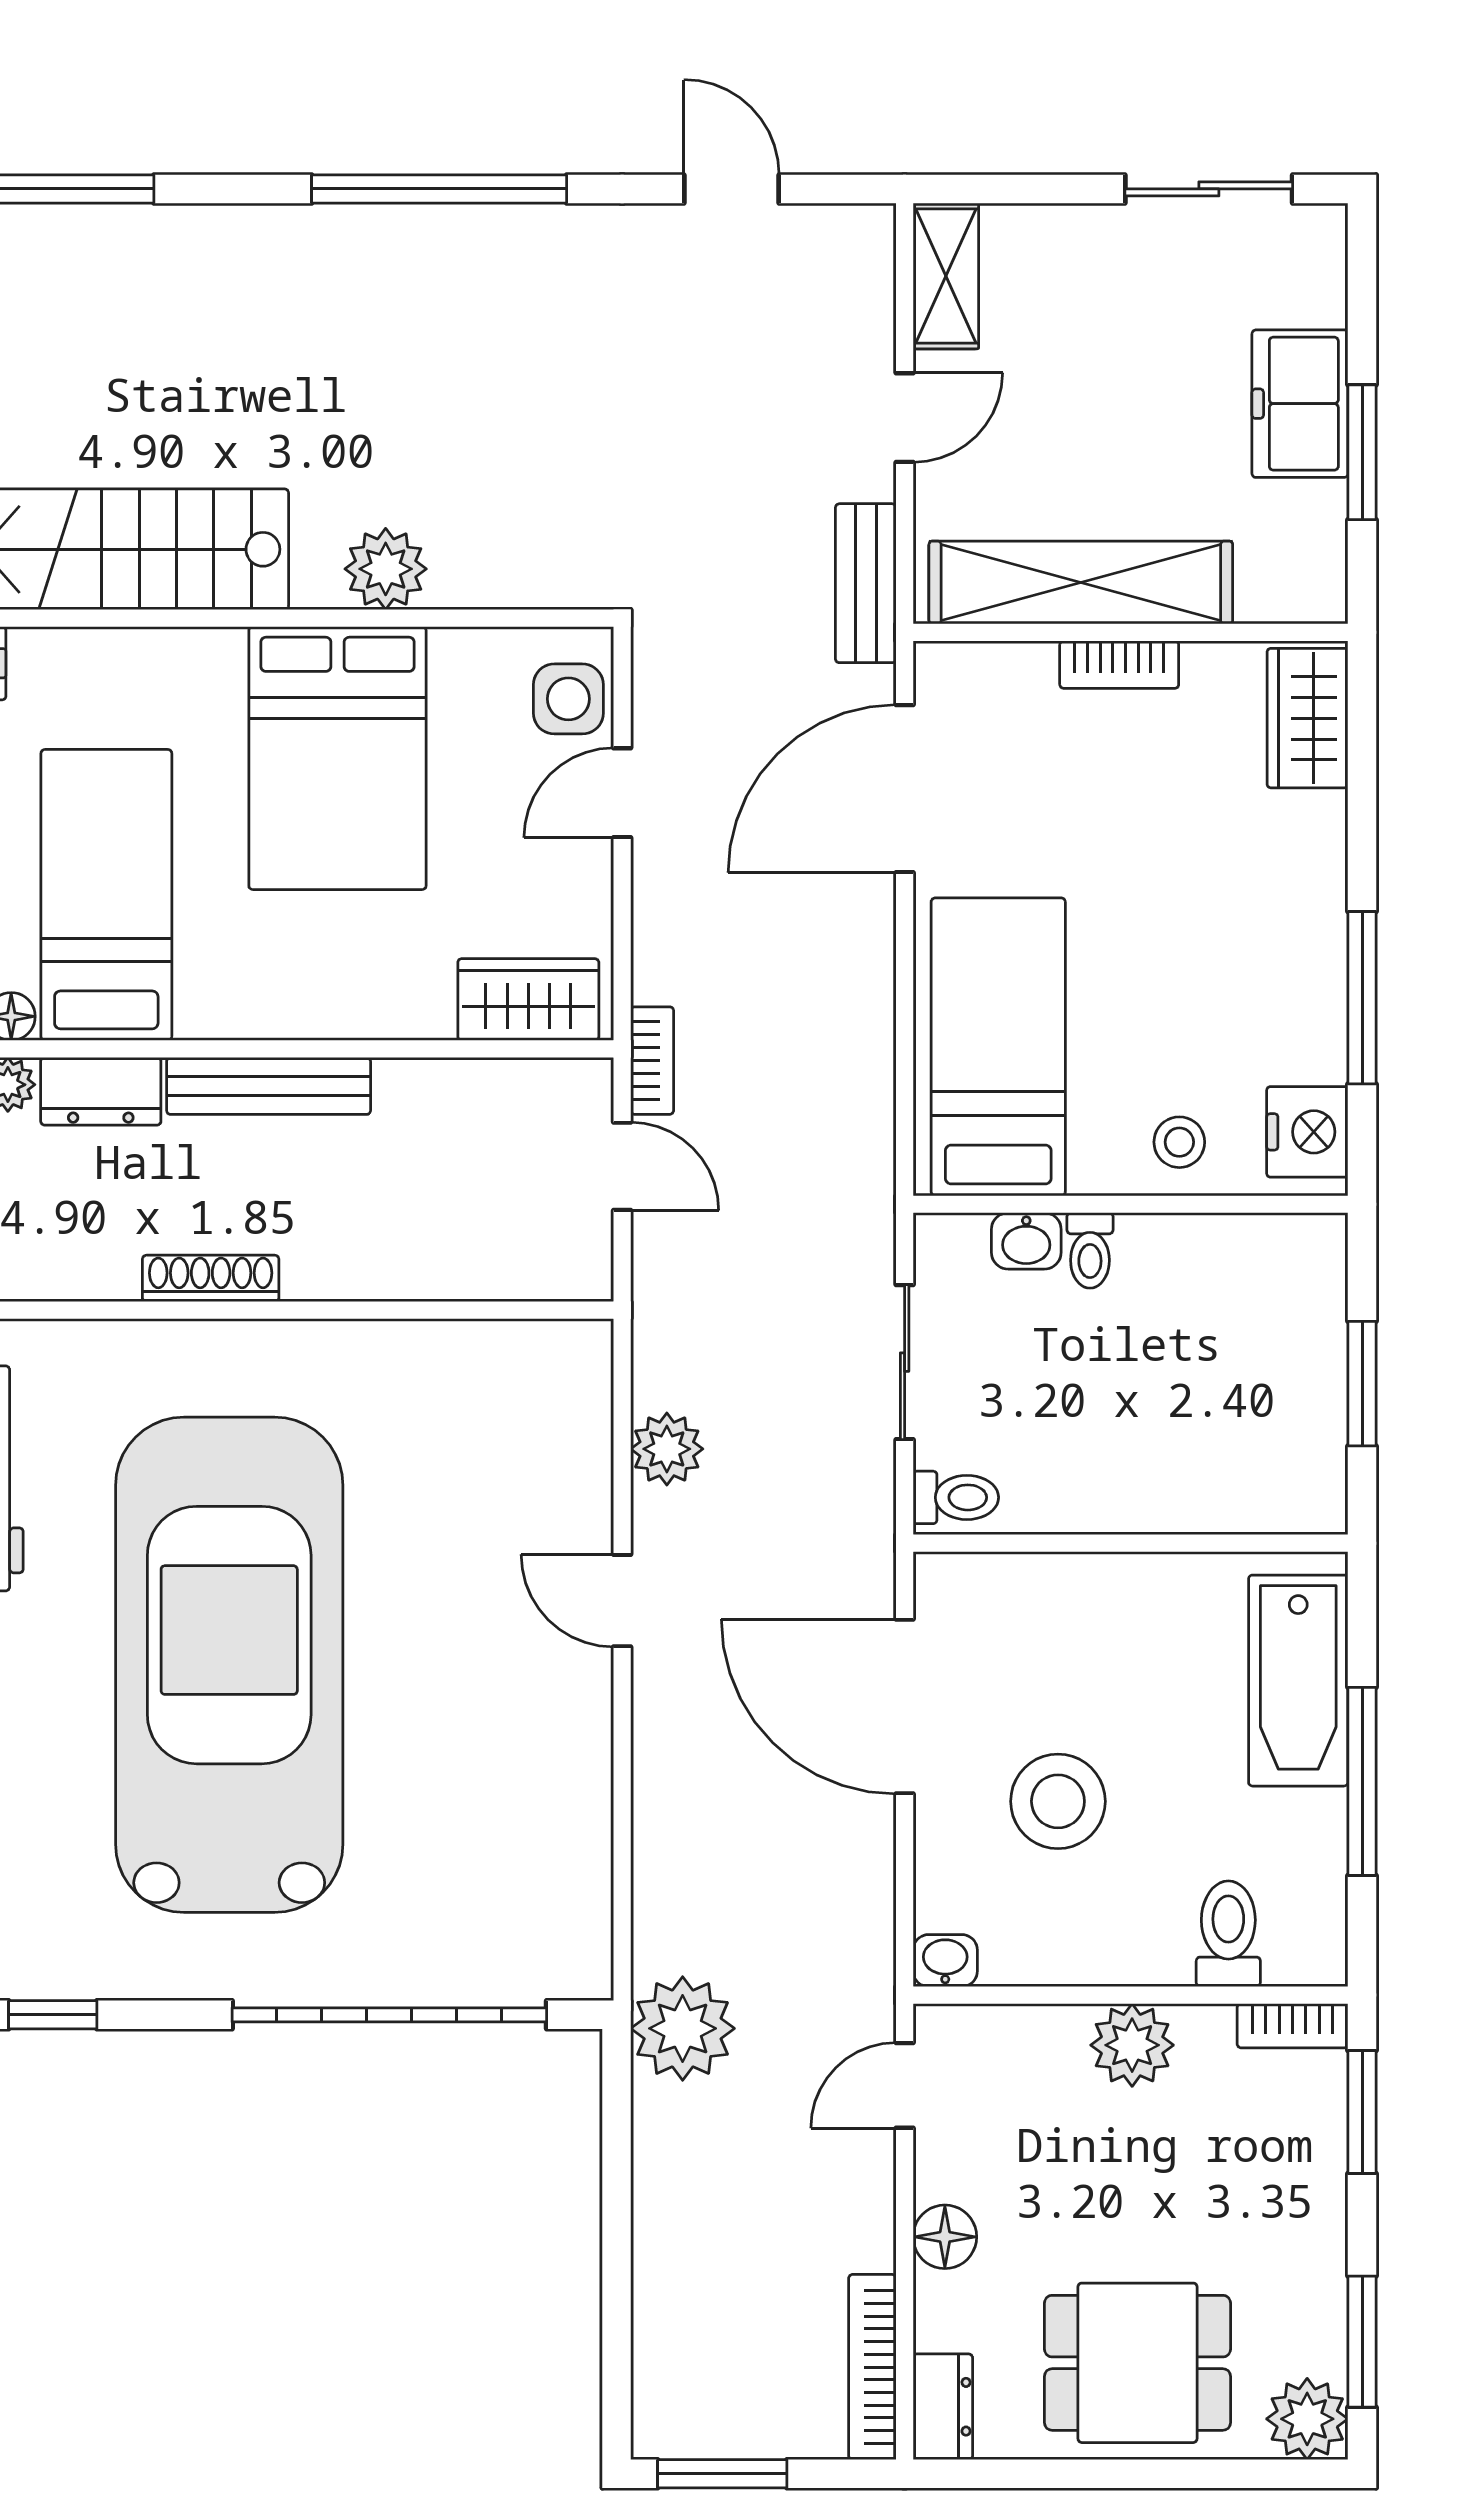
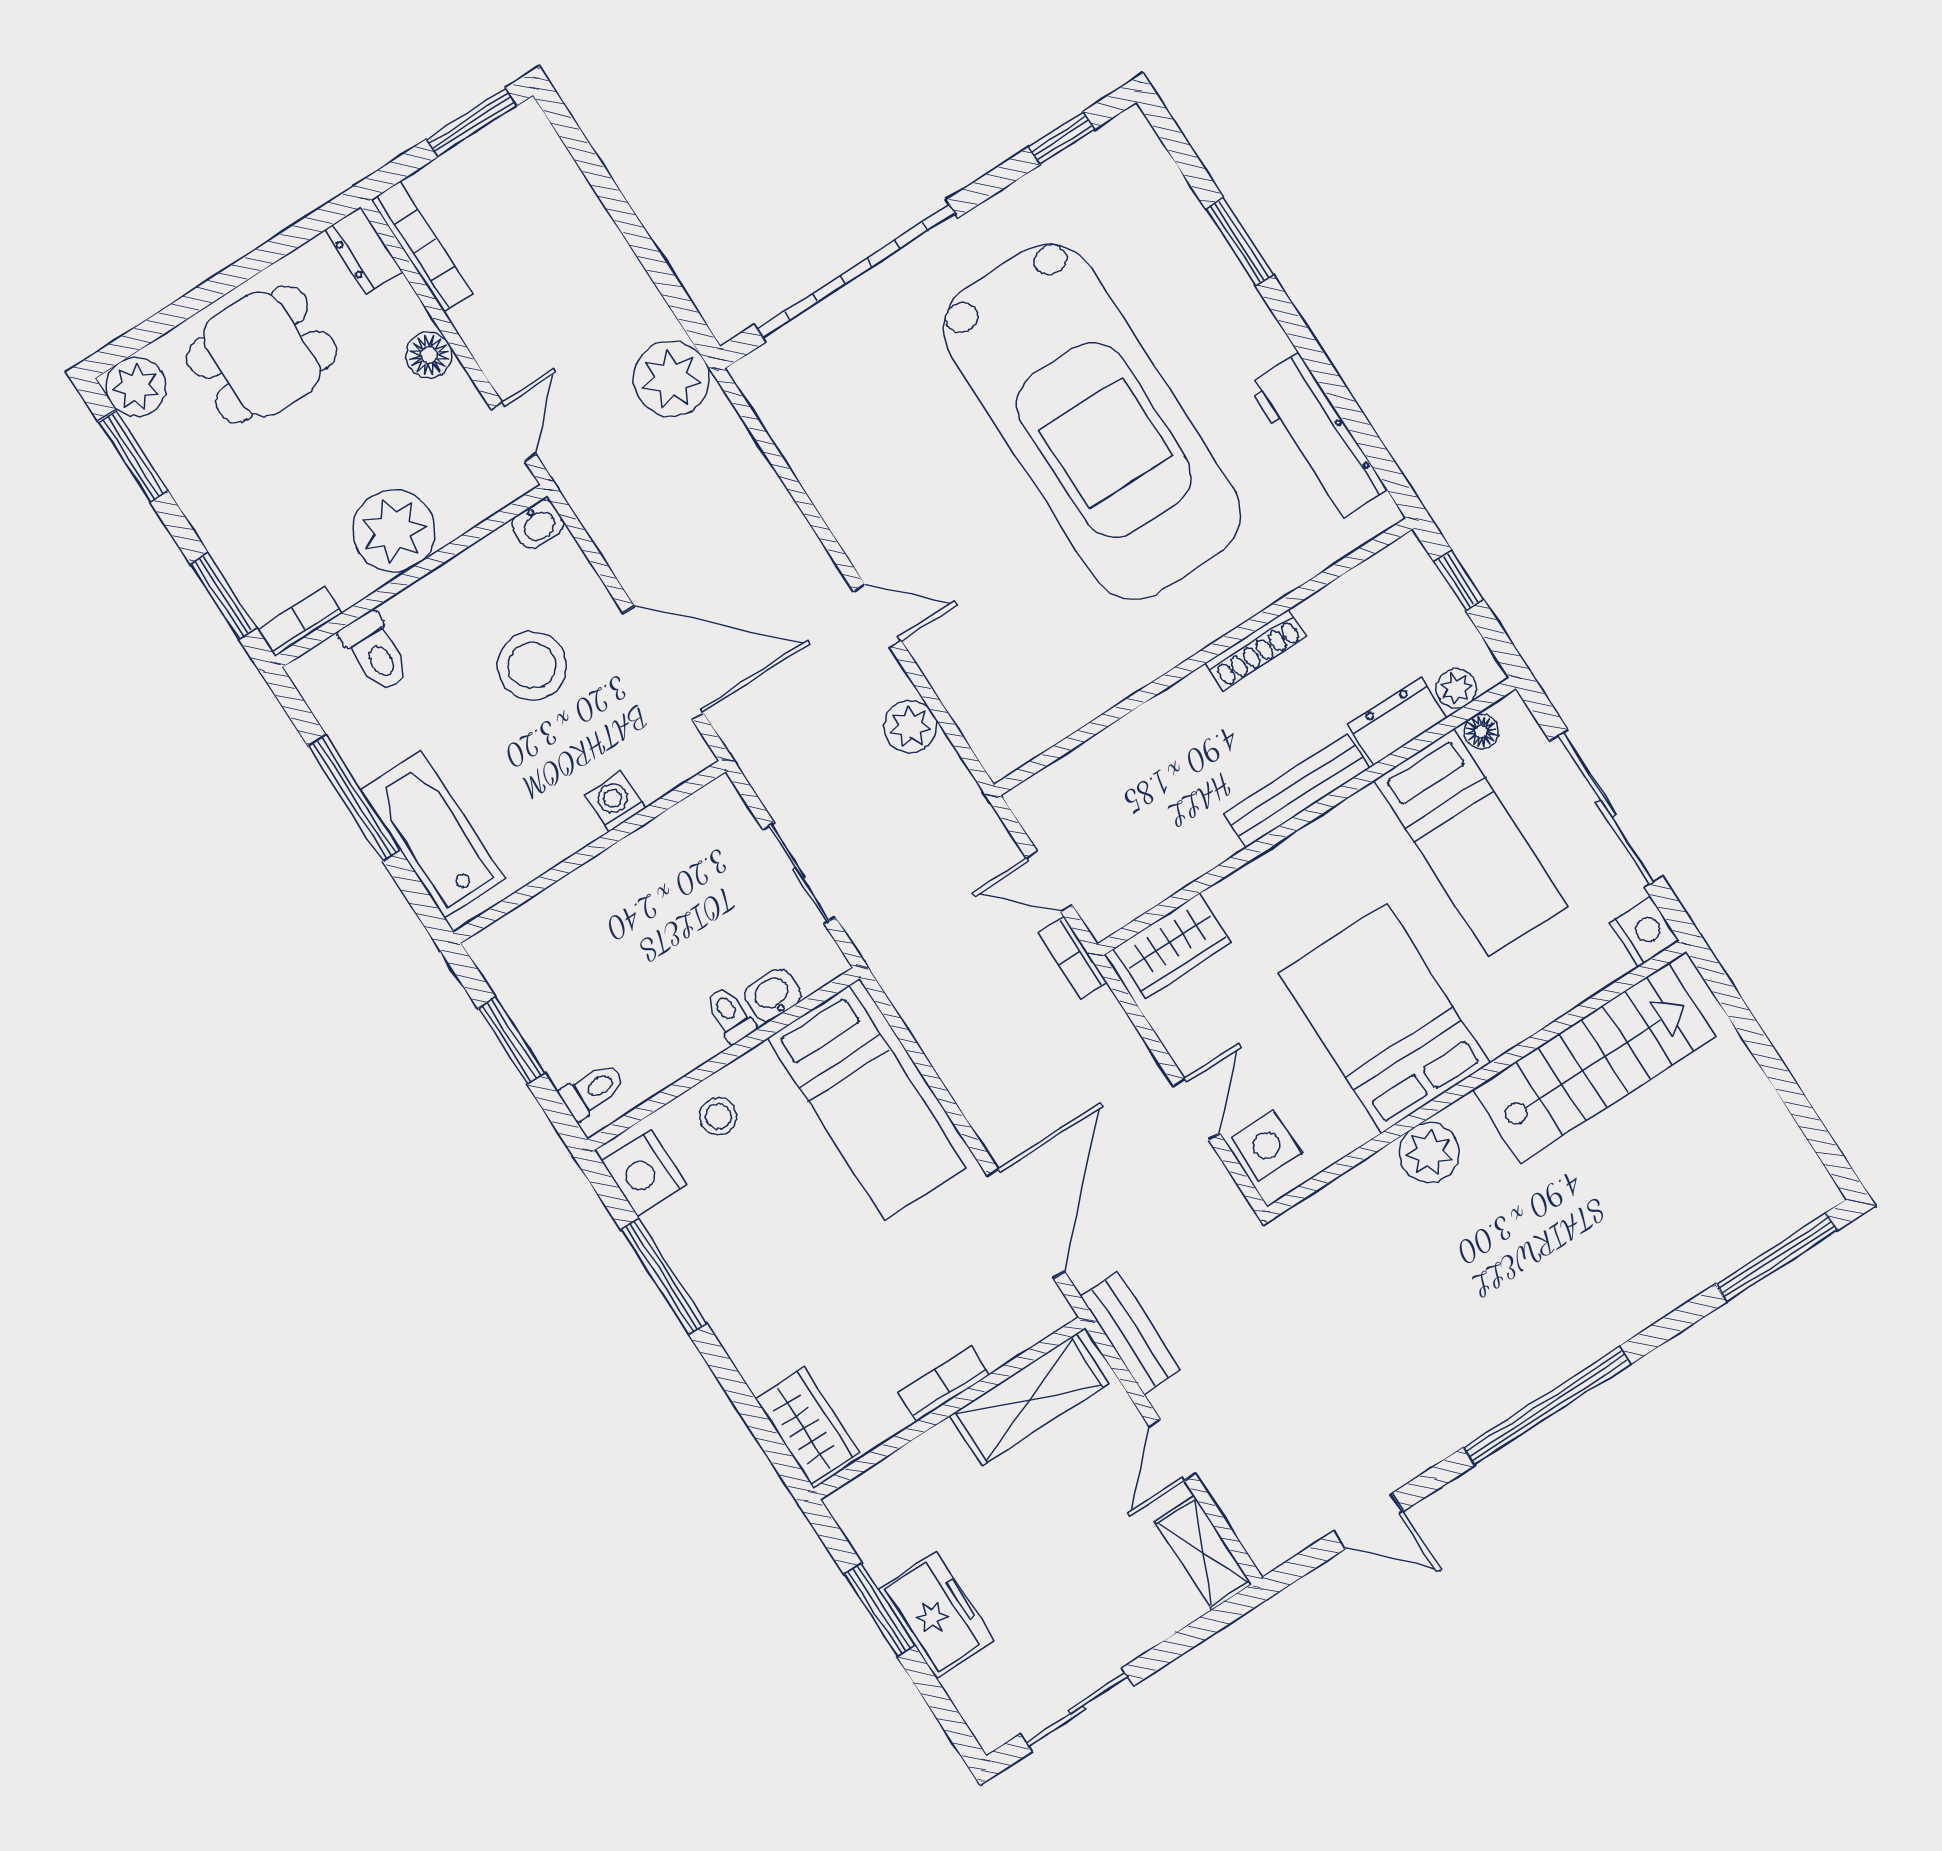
shelving: (1081, 582) -> (1029, 1400), width x0.68
toilet: (956, 1497) -> (593, 1090), moved, turned 180
washing machine: (1064, 1582) -> (615, 802), added
plant: (1132, 2045) -> (394, 531), width x1.36, depth x1.36

